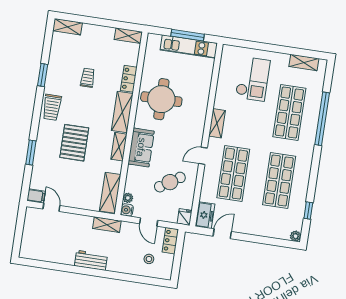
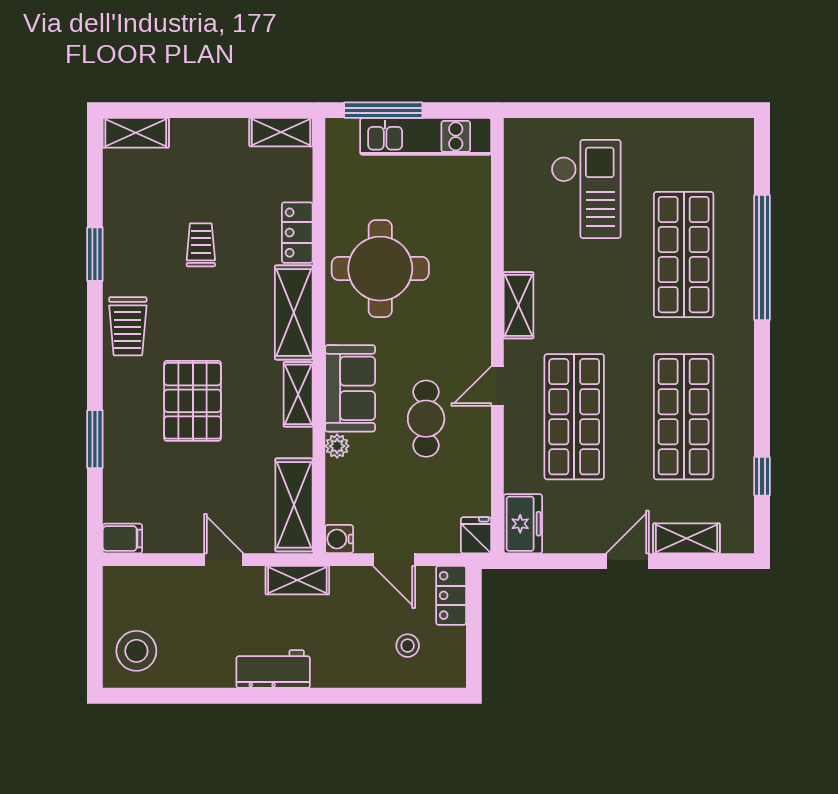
window: (187, 35) -> (383, 110), moved
shelving: (304, 63) -> (686, 538), moved
cafe table: (170, 182) -> (426, 419), moved, turned -57
plant: (128, 198) -> (337, 446), moved
door: (51, 207) -> (224, 560), moved
door: (222, 234) -> (628, 561), moved
plant: (296, 236) -> (741, 540), removed
stool: (35, 244) -> (136, 651), added

